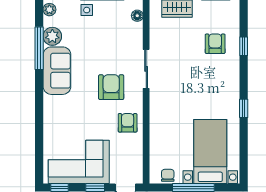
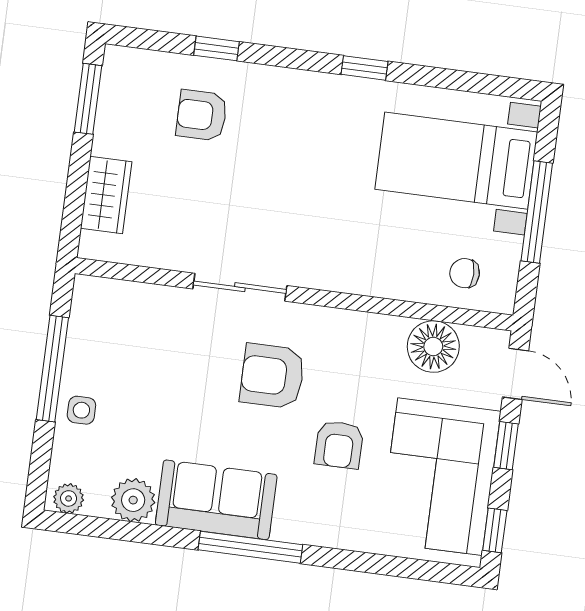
floor lamp: (137, 16) -> (433, 347), moved, width x1.89, depth x1.89
window: (39, 48) -> (250, 547), moved
armchair: (128, 123) -> (339, 445), moved, turned -90
chair: (168, 175) -> (465, 273), moved

